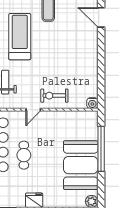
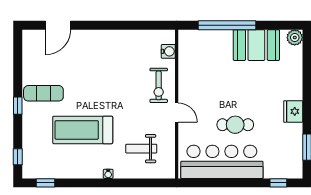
water cooler: (92, 103) -> (168, 51), moved
booth: (81, 165) -> (256, 45), width x0.73, depth x0.70

